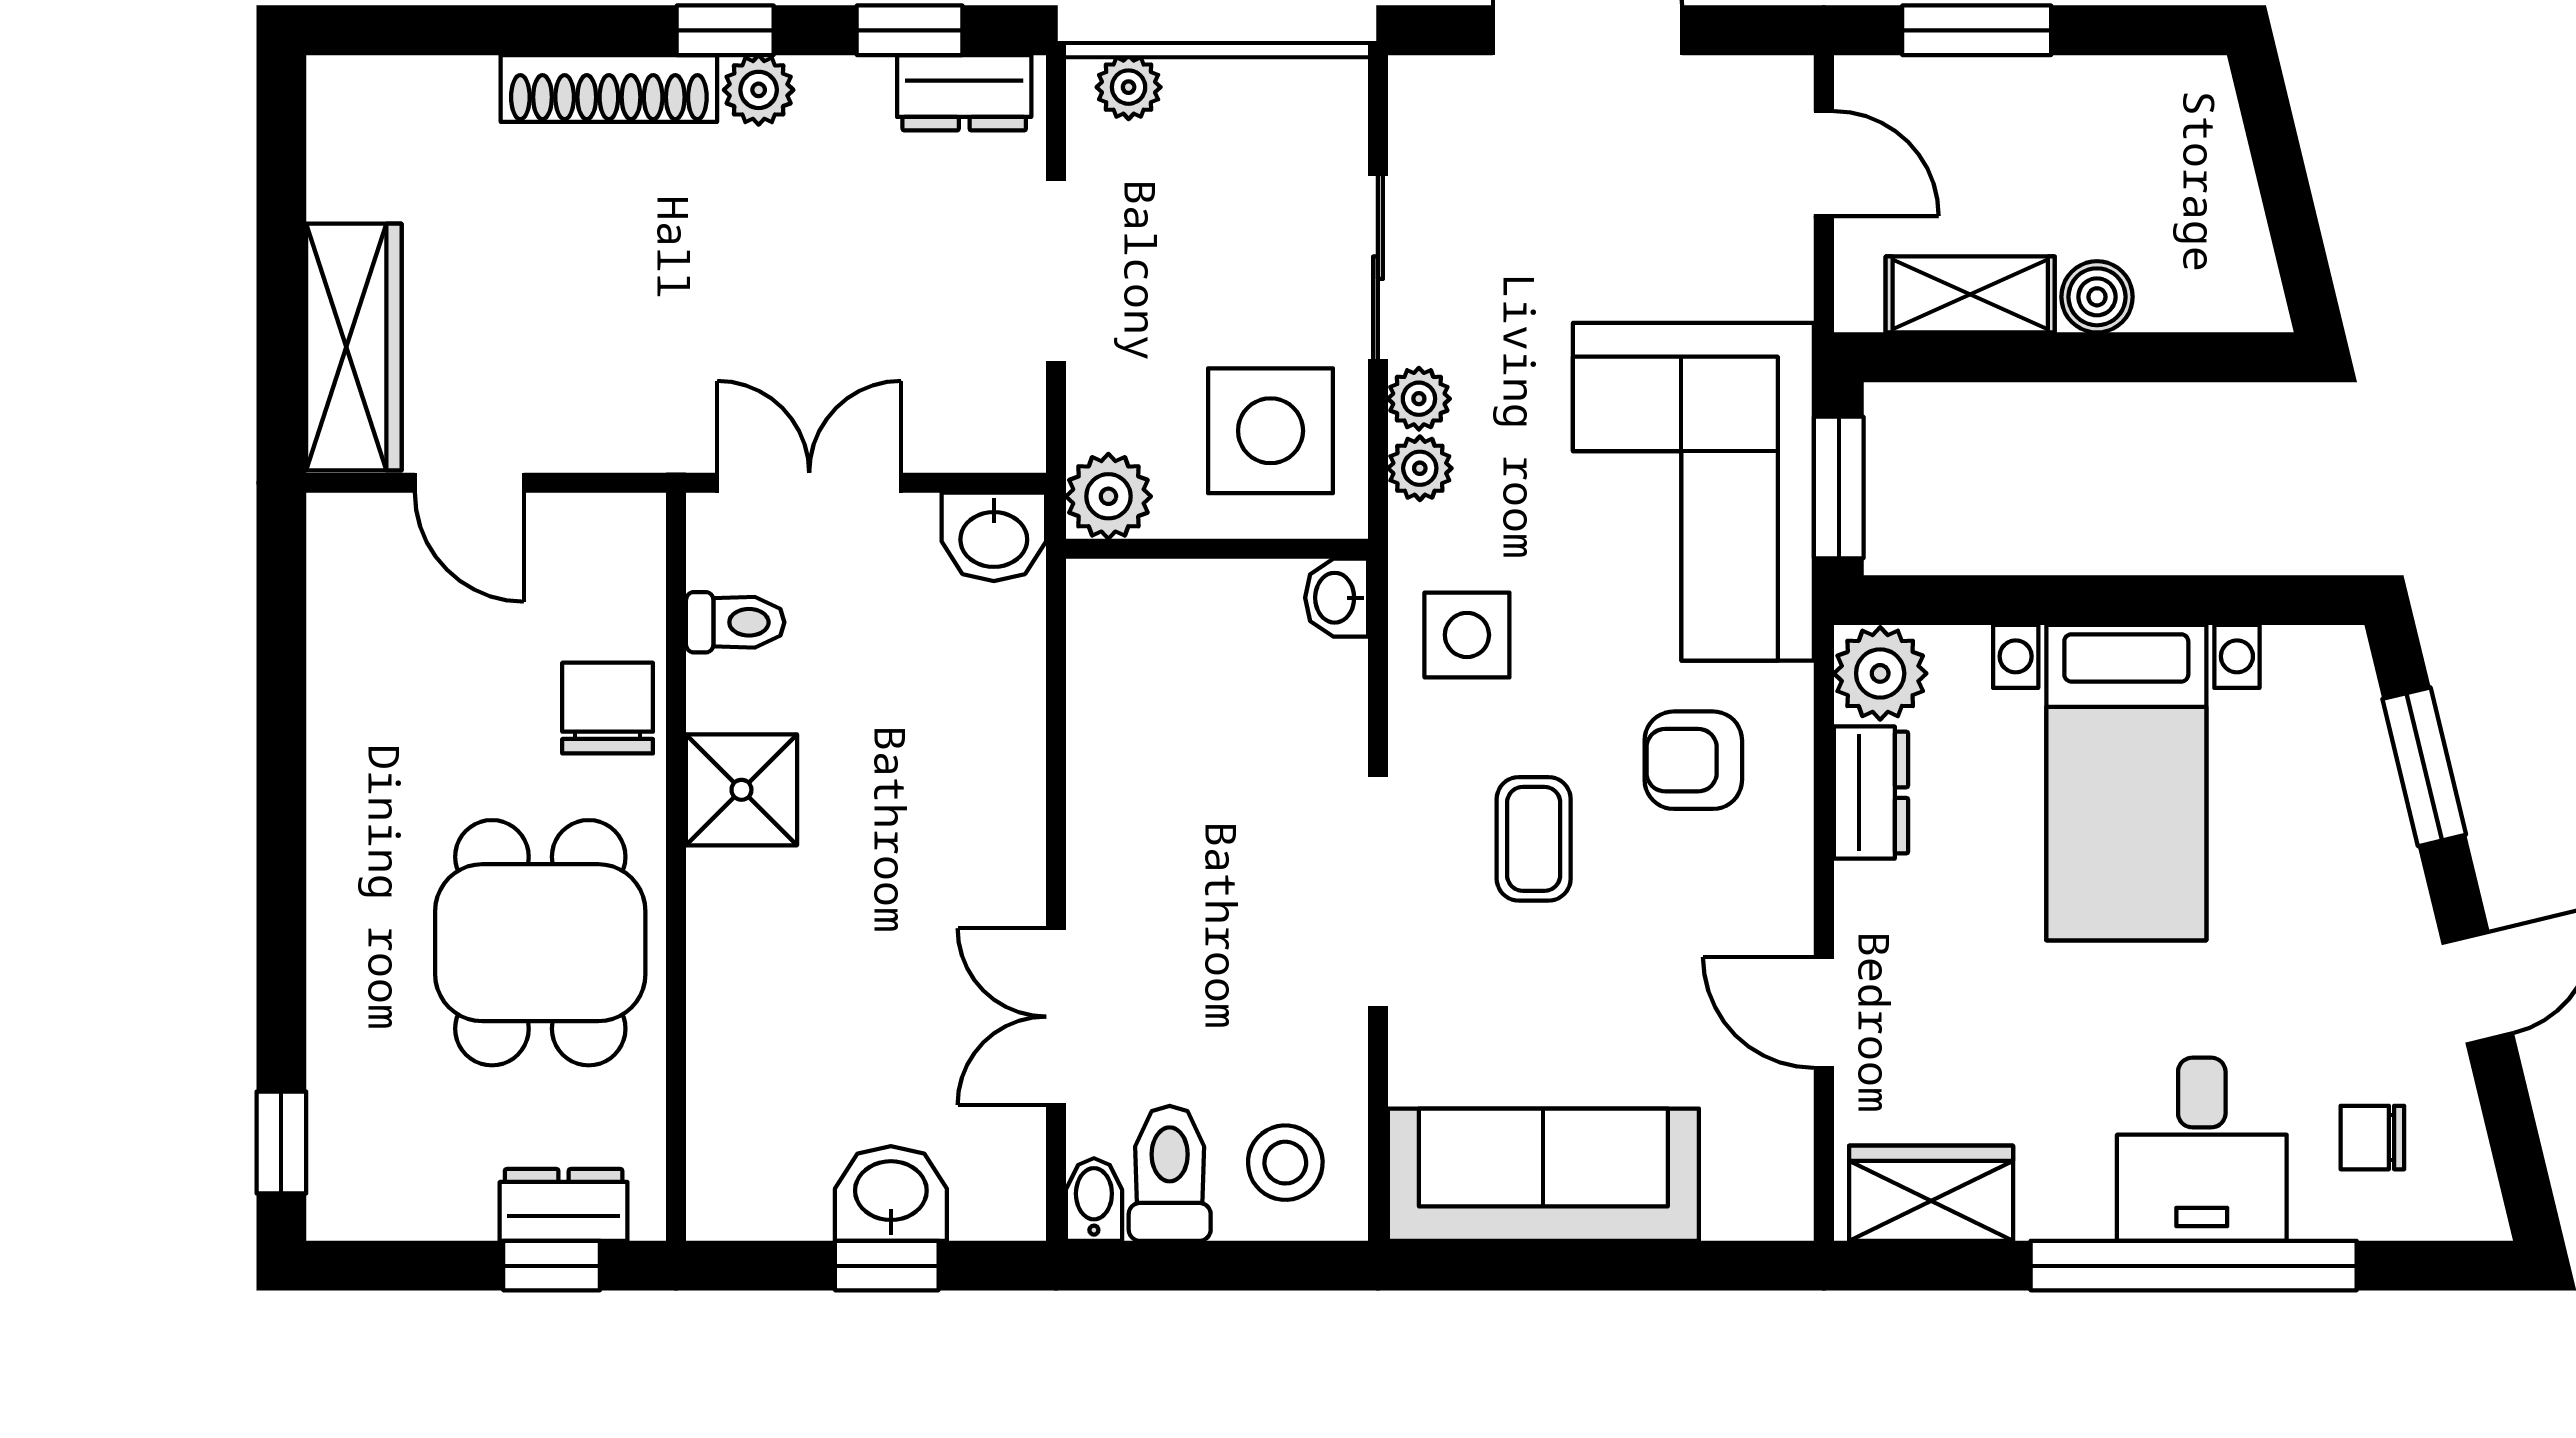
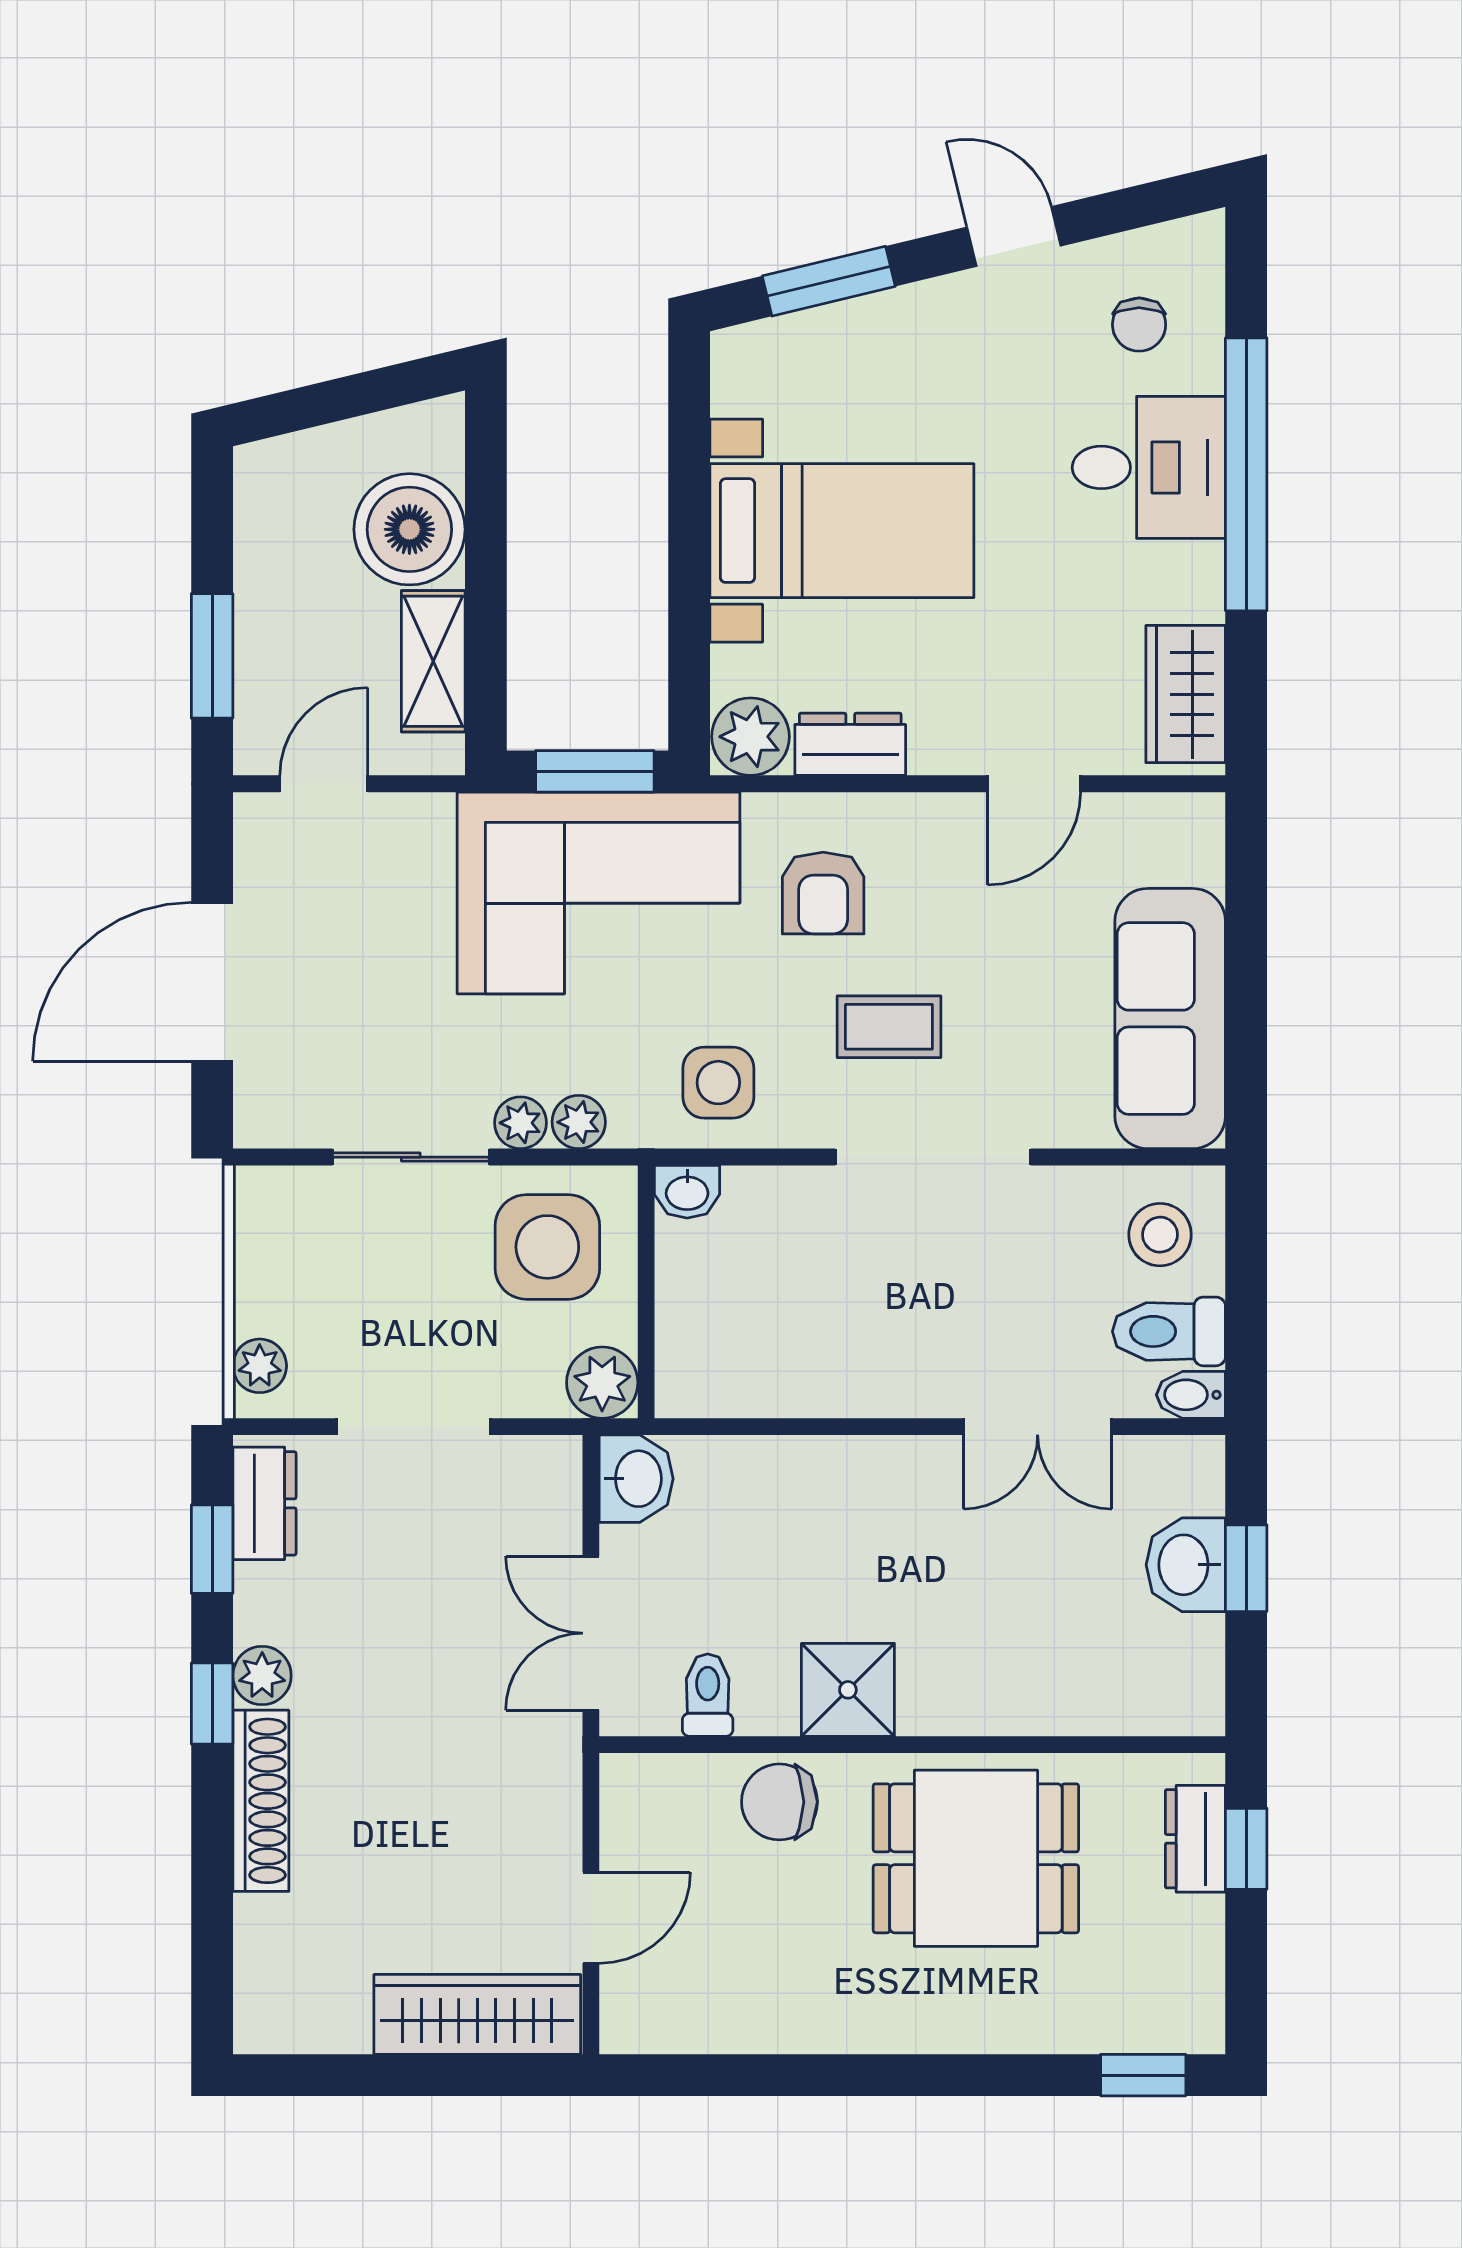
boiler: (2097, 297) -> (409, 529), width x1.86, depth x1.86

